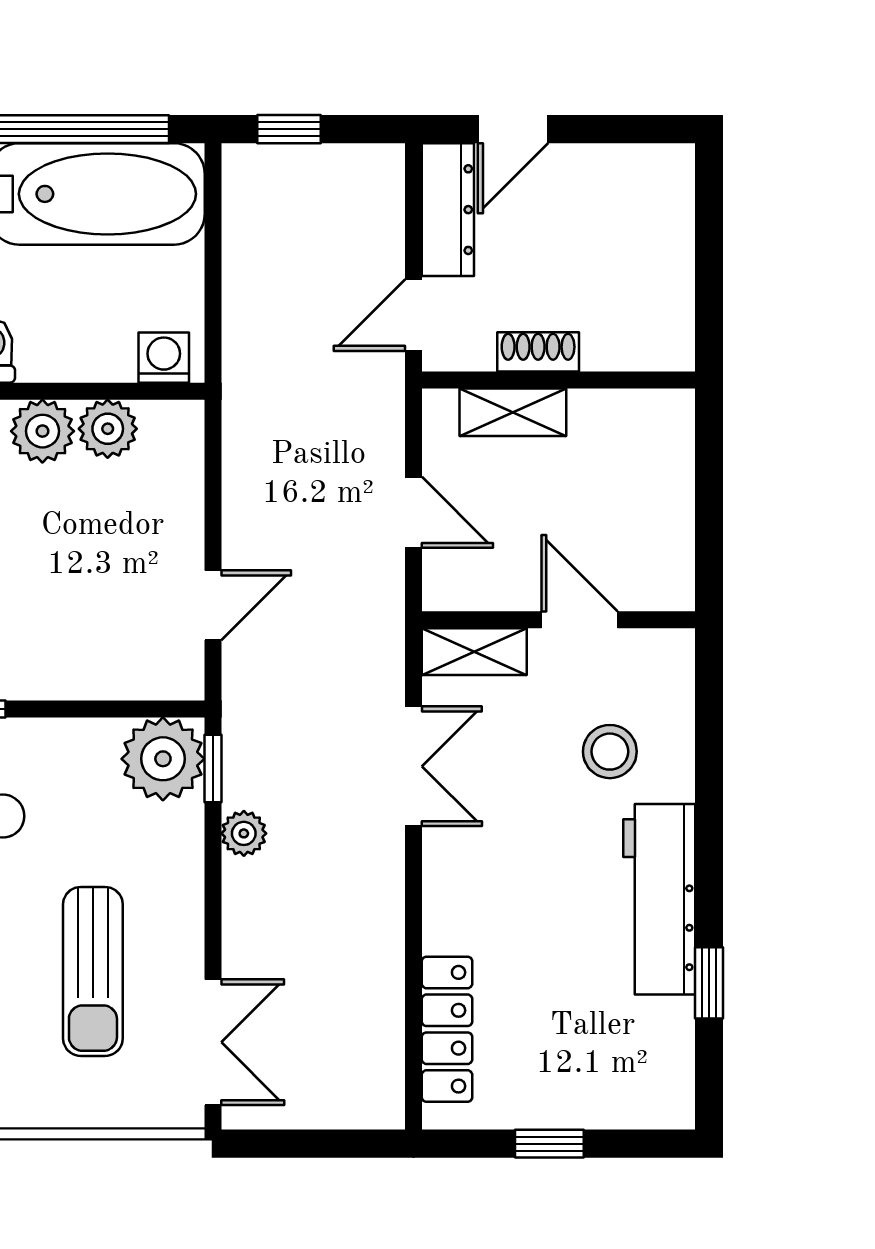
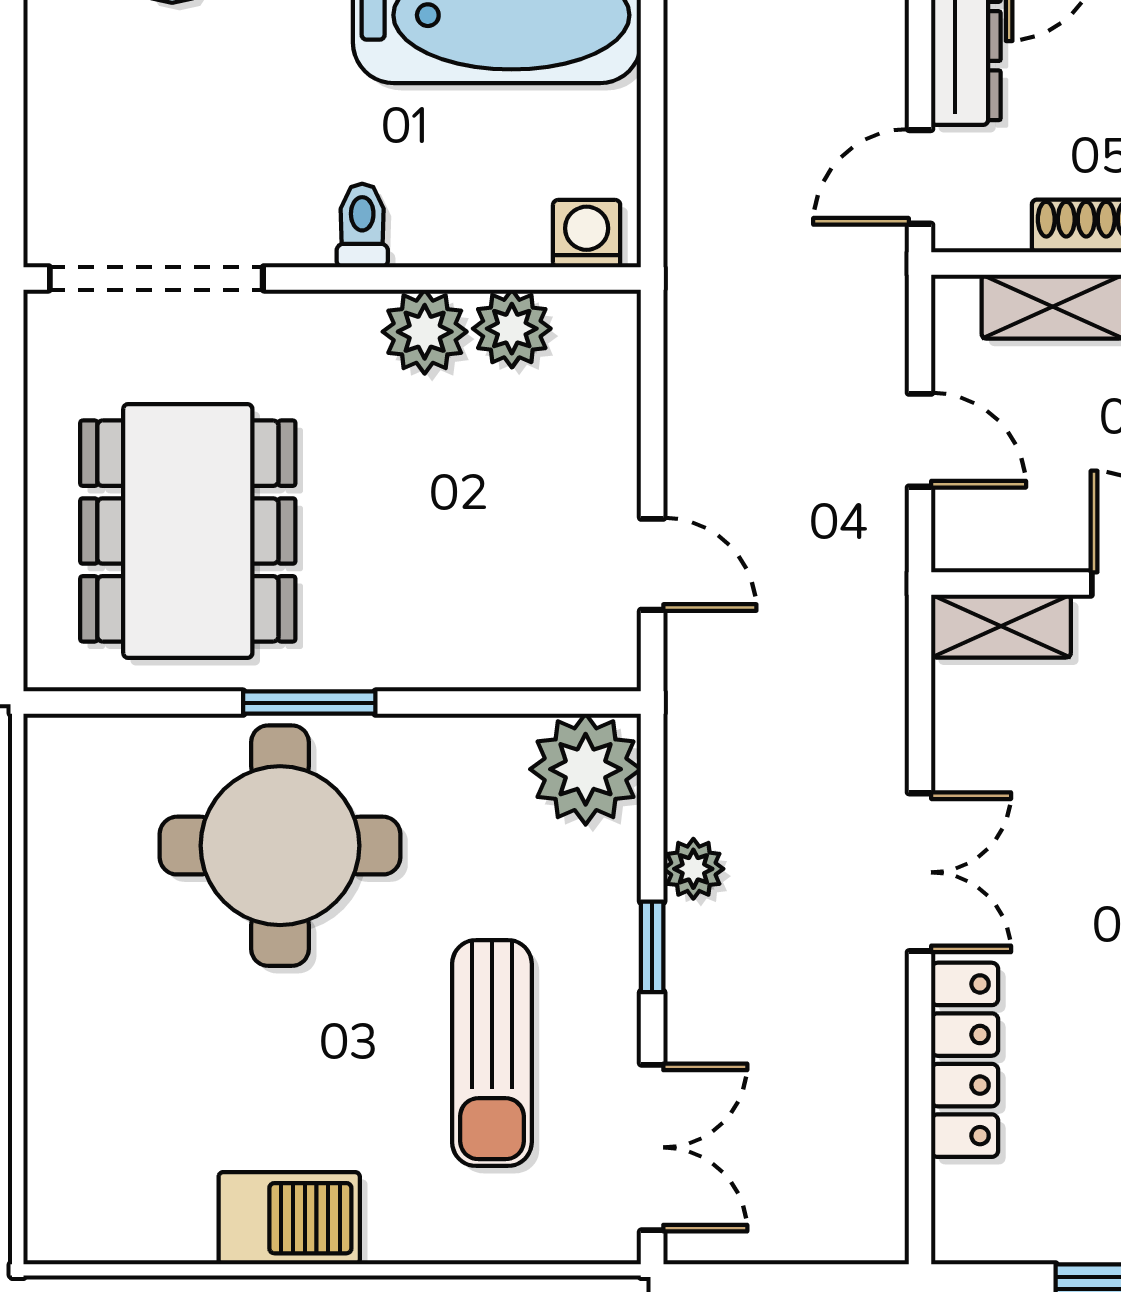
door: (213, 605) -> (652, 564), hinge flipped
double door: (414, 766) -> (920, 872), moved
window: (213, 768) -> (652, 947), moved
locker: (447, 1029) -> (965, 1060), moved

